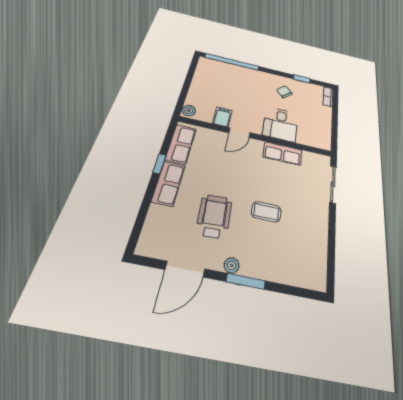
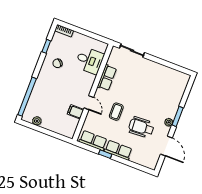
plant: (189, 111) -> (37, 121), moved
desk: (281, 124) -> (90, 60), moved
coffee table: (266, 212) -> (116, 112), moved

